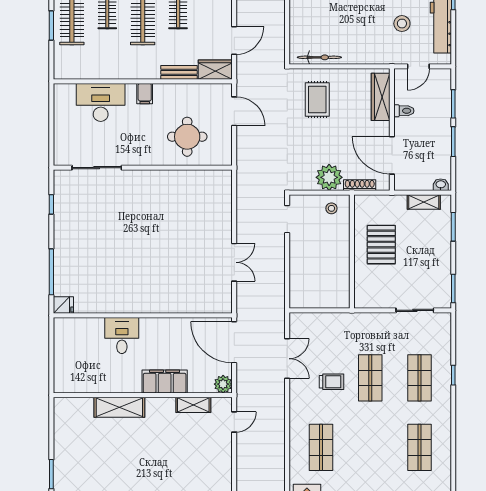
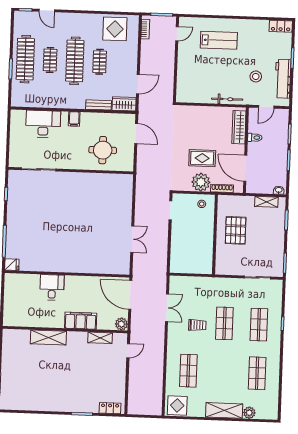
bicycle: (319, 57) -> (227, 99), moved
rug: (317, 99) -> (202, 158), moved, turned 90

